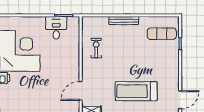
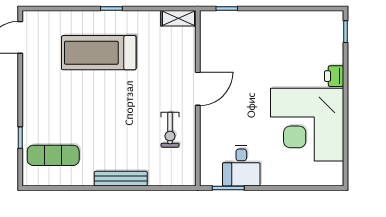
door: (81, 91) -> (198, 89), moved
treadmill: (136, 91) -> (99, 53), turned 180

